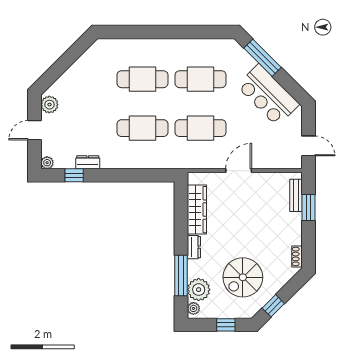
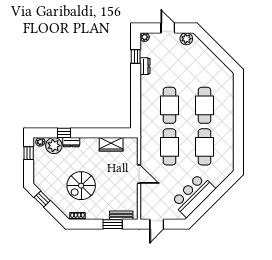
window: (263, 58) -> (220, 191), removed
wardrobe: (197, 210) -> (111, 144), width x0.67
dresser: (194, 247) -> (71, 142), moved
window: (181, 276) -> (64, 133), width x0.46
spiral stairs: (243, 277) -> (81, 186), moved, turned -90
window: (226, 325) -> (29, 153), moved

